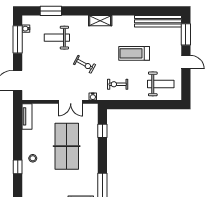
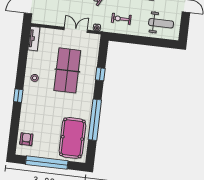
double door: (71, 102) -> (76, 30), swing flipped
window: (102, 131) -> (100, 74), moved
window: (18, 167) -> (18, 96), moved

